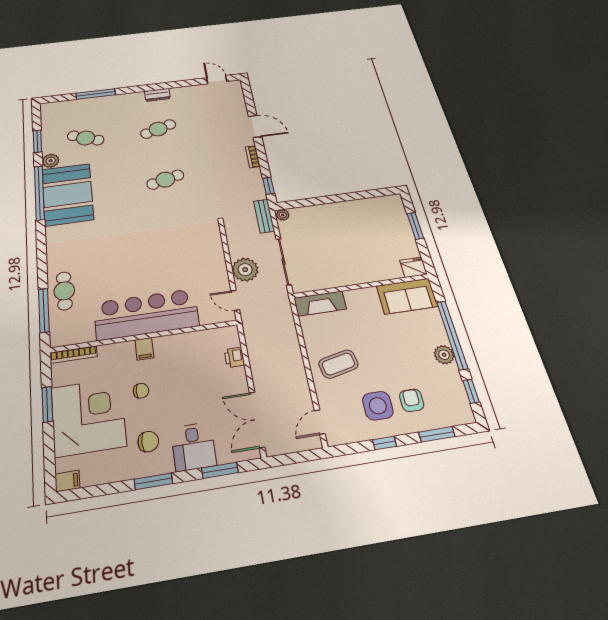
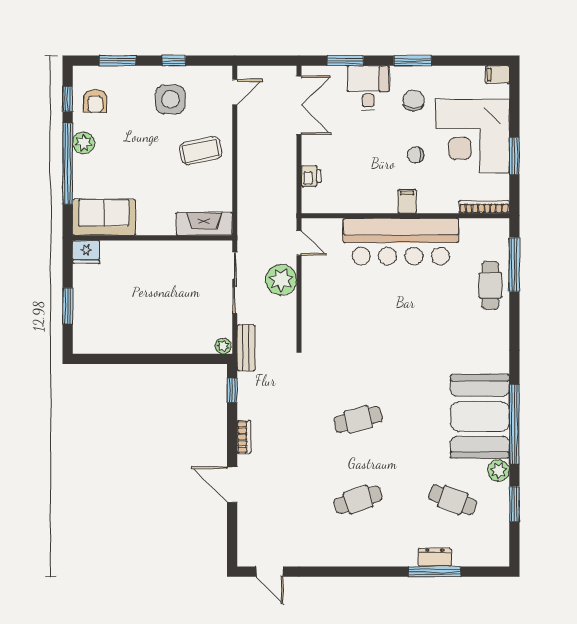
dresser: (157, 95) -> (435, 557), moved
armchair: (412, 400) -> (95, 101), moved
chair: (148, 442) -> (413, 101), turned 90

